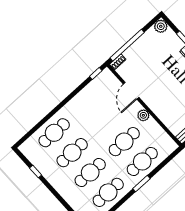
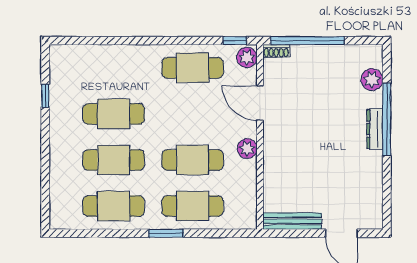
plant: (161, 26) -> (372, 80), moved
plant: (108, 76) -> (247, 57), added
door: (131, 91) -> (260, 103), hinge flipped
cafe table: (54, 133) -> (193, 68), moved

